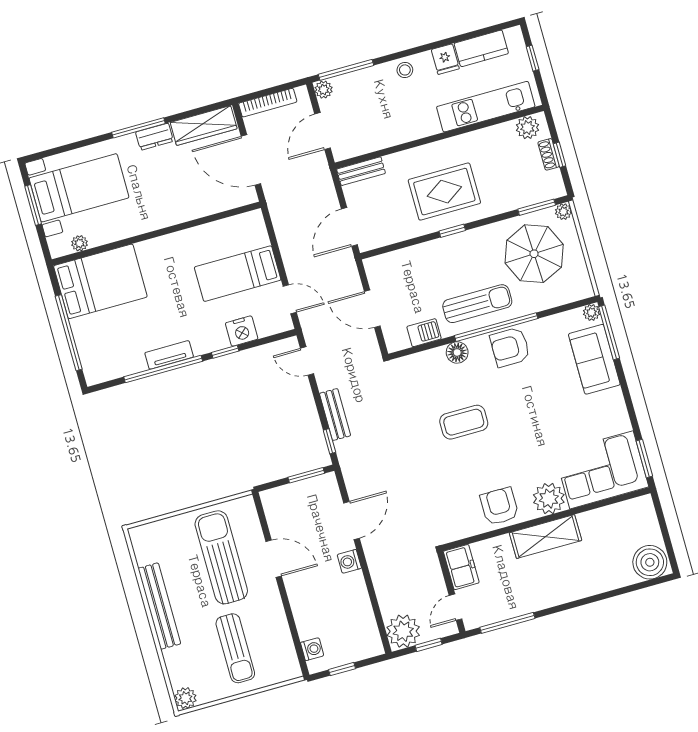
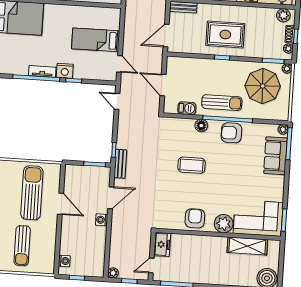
plant: (554, 179) -> (288, 49), added
nightstand: (242, 331) -> (65, 71), moved
bench: (335, 414) -> (120, 164), moved
shelving: (546, 537) -> (247, 246), moved
plant: (403, 631) -> (113, 273), width x0.53, depth x0.53

